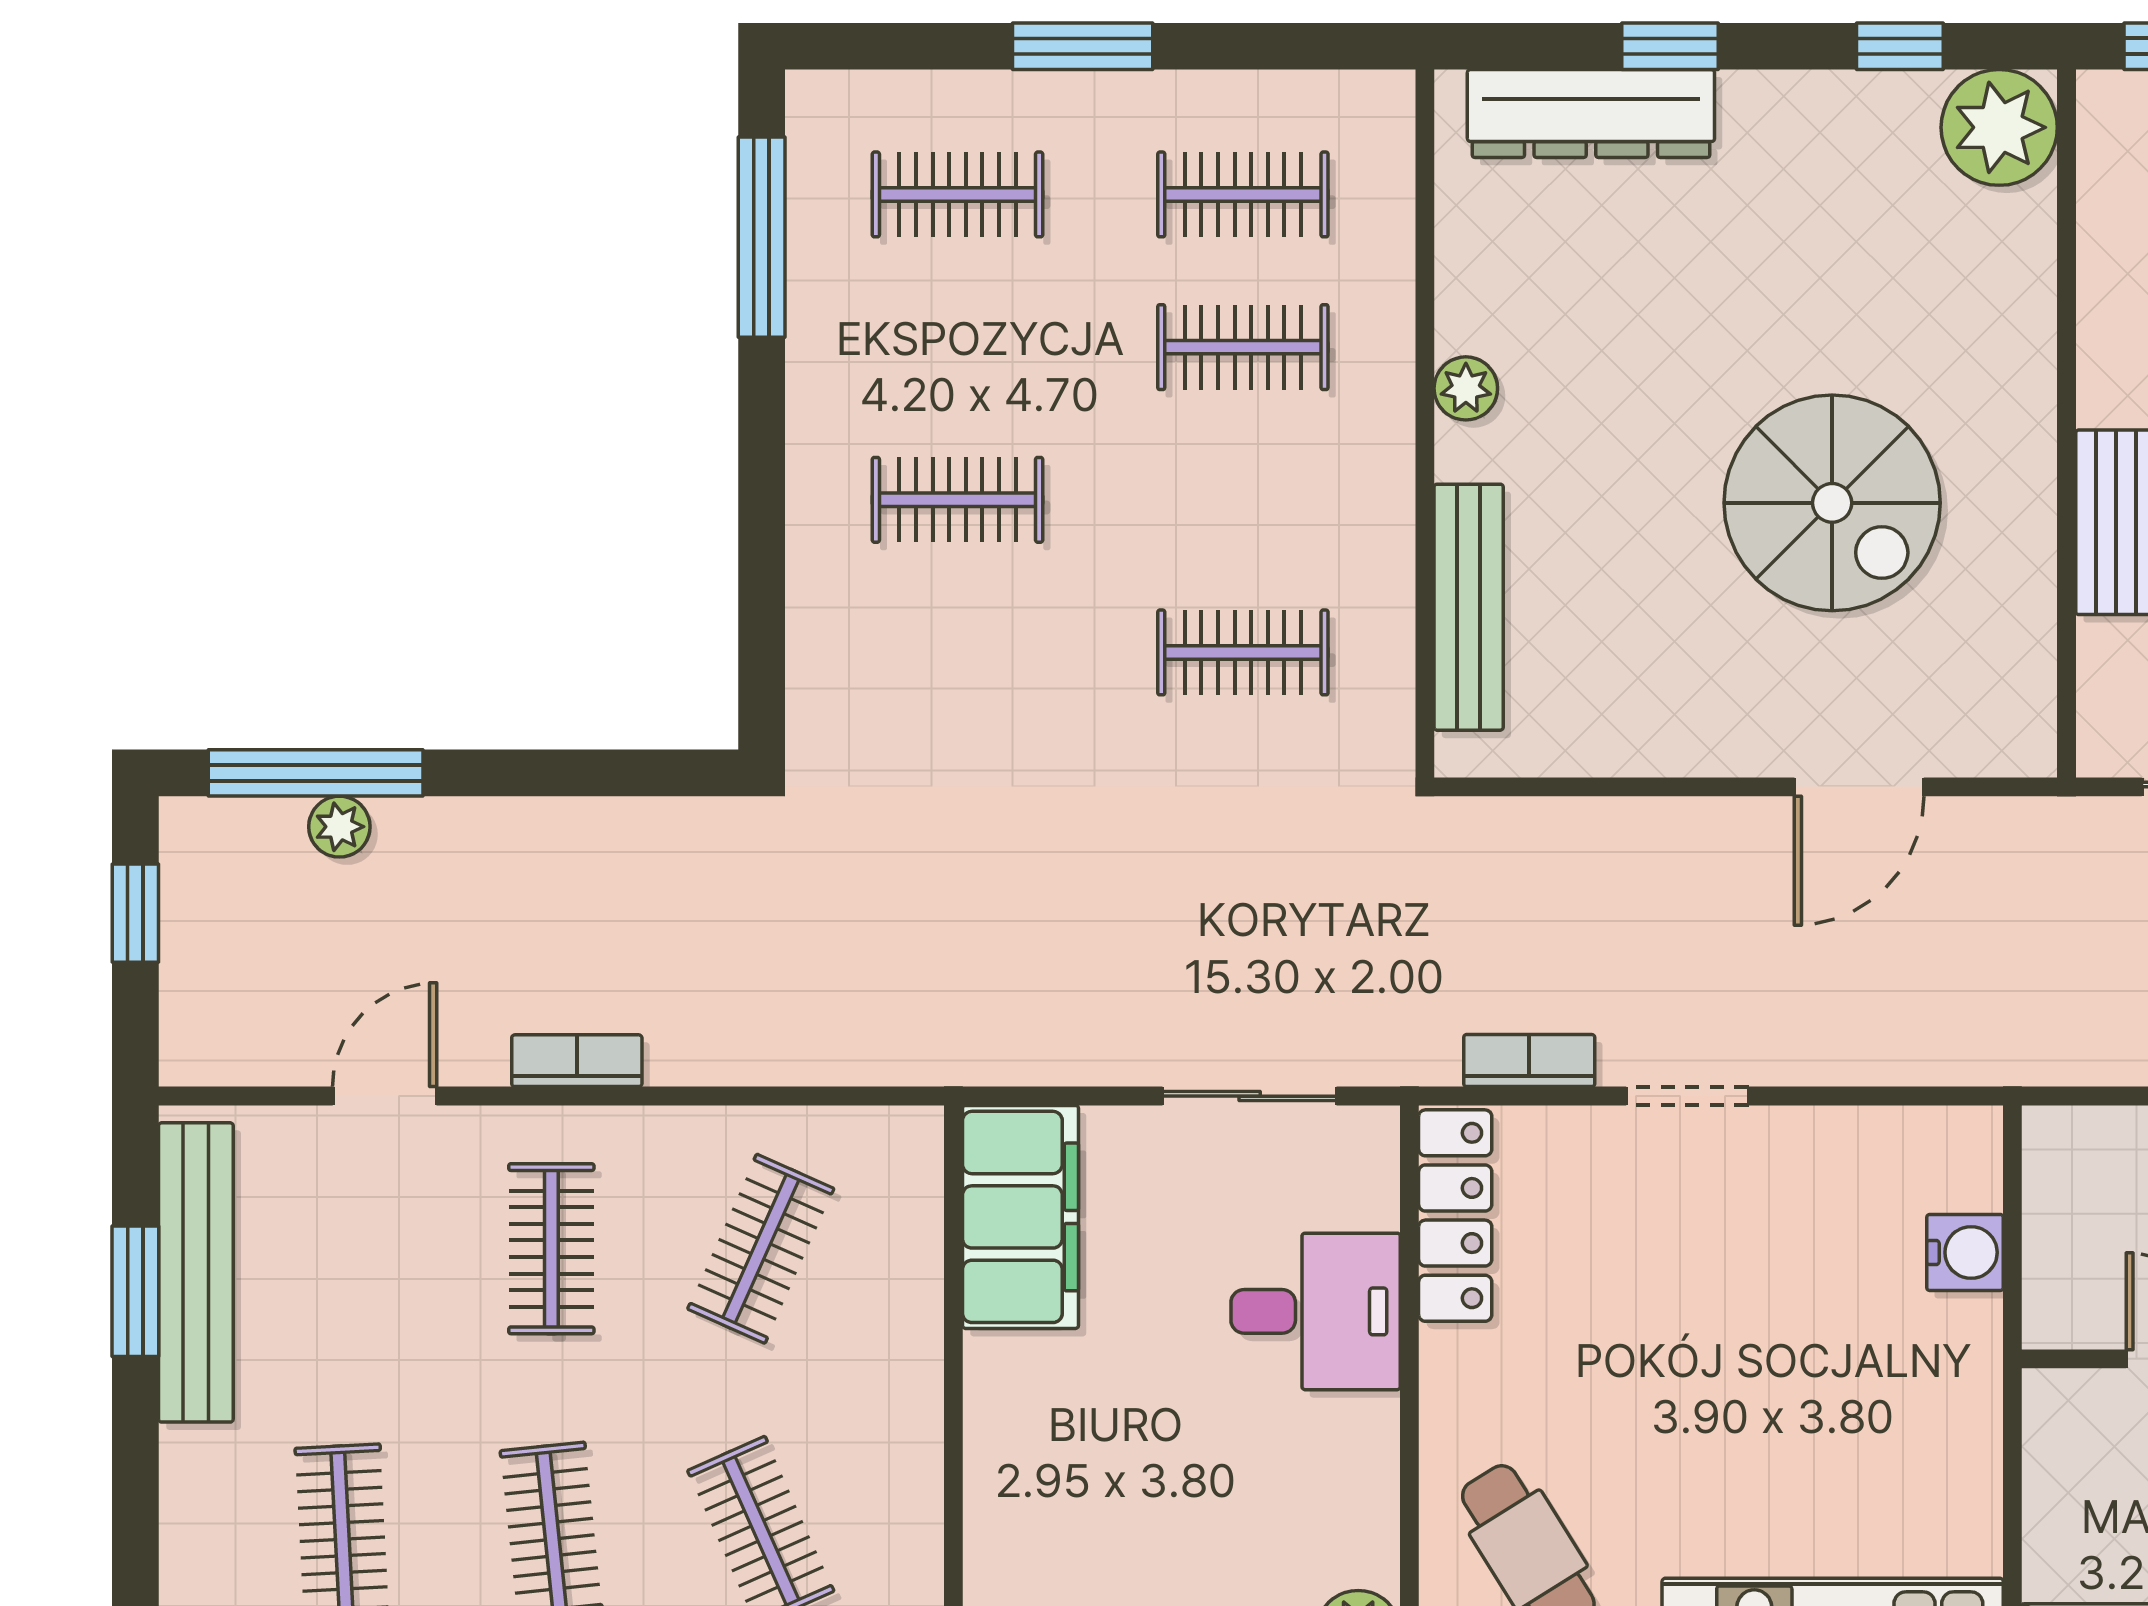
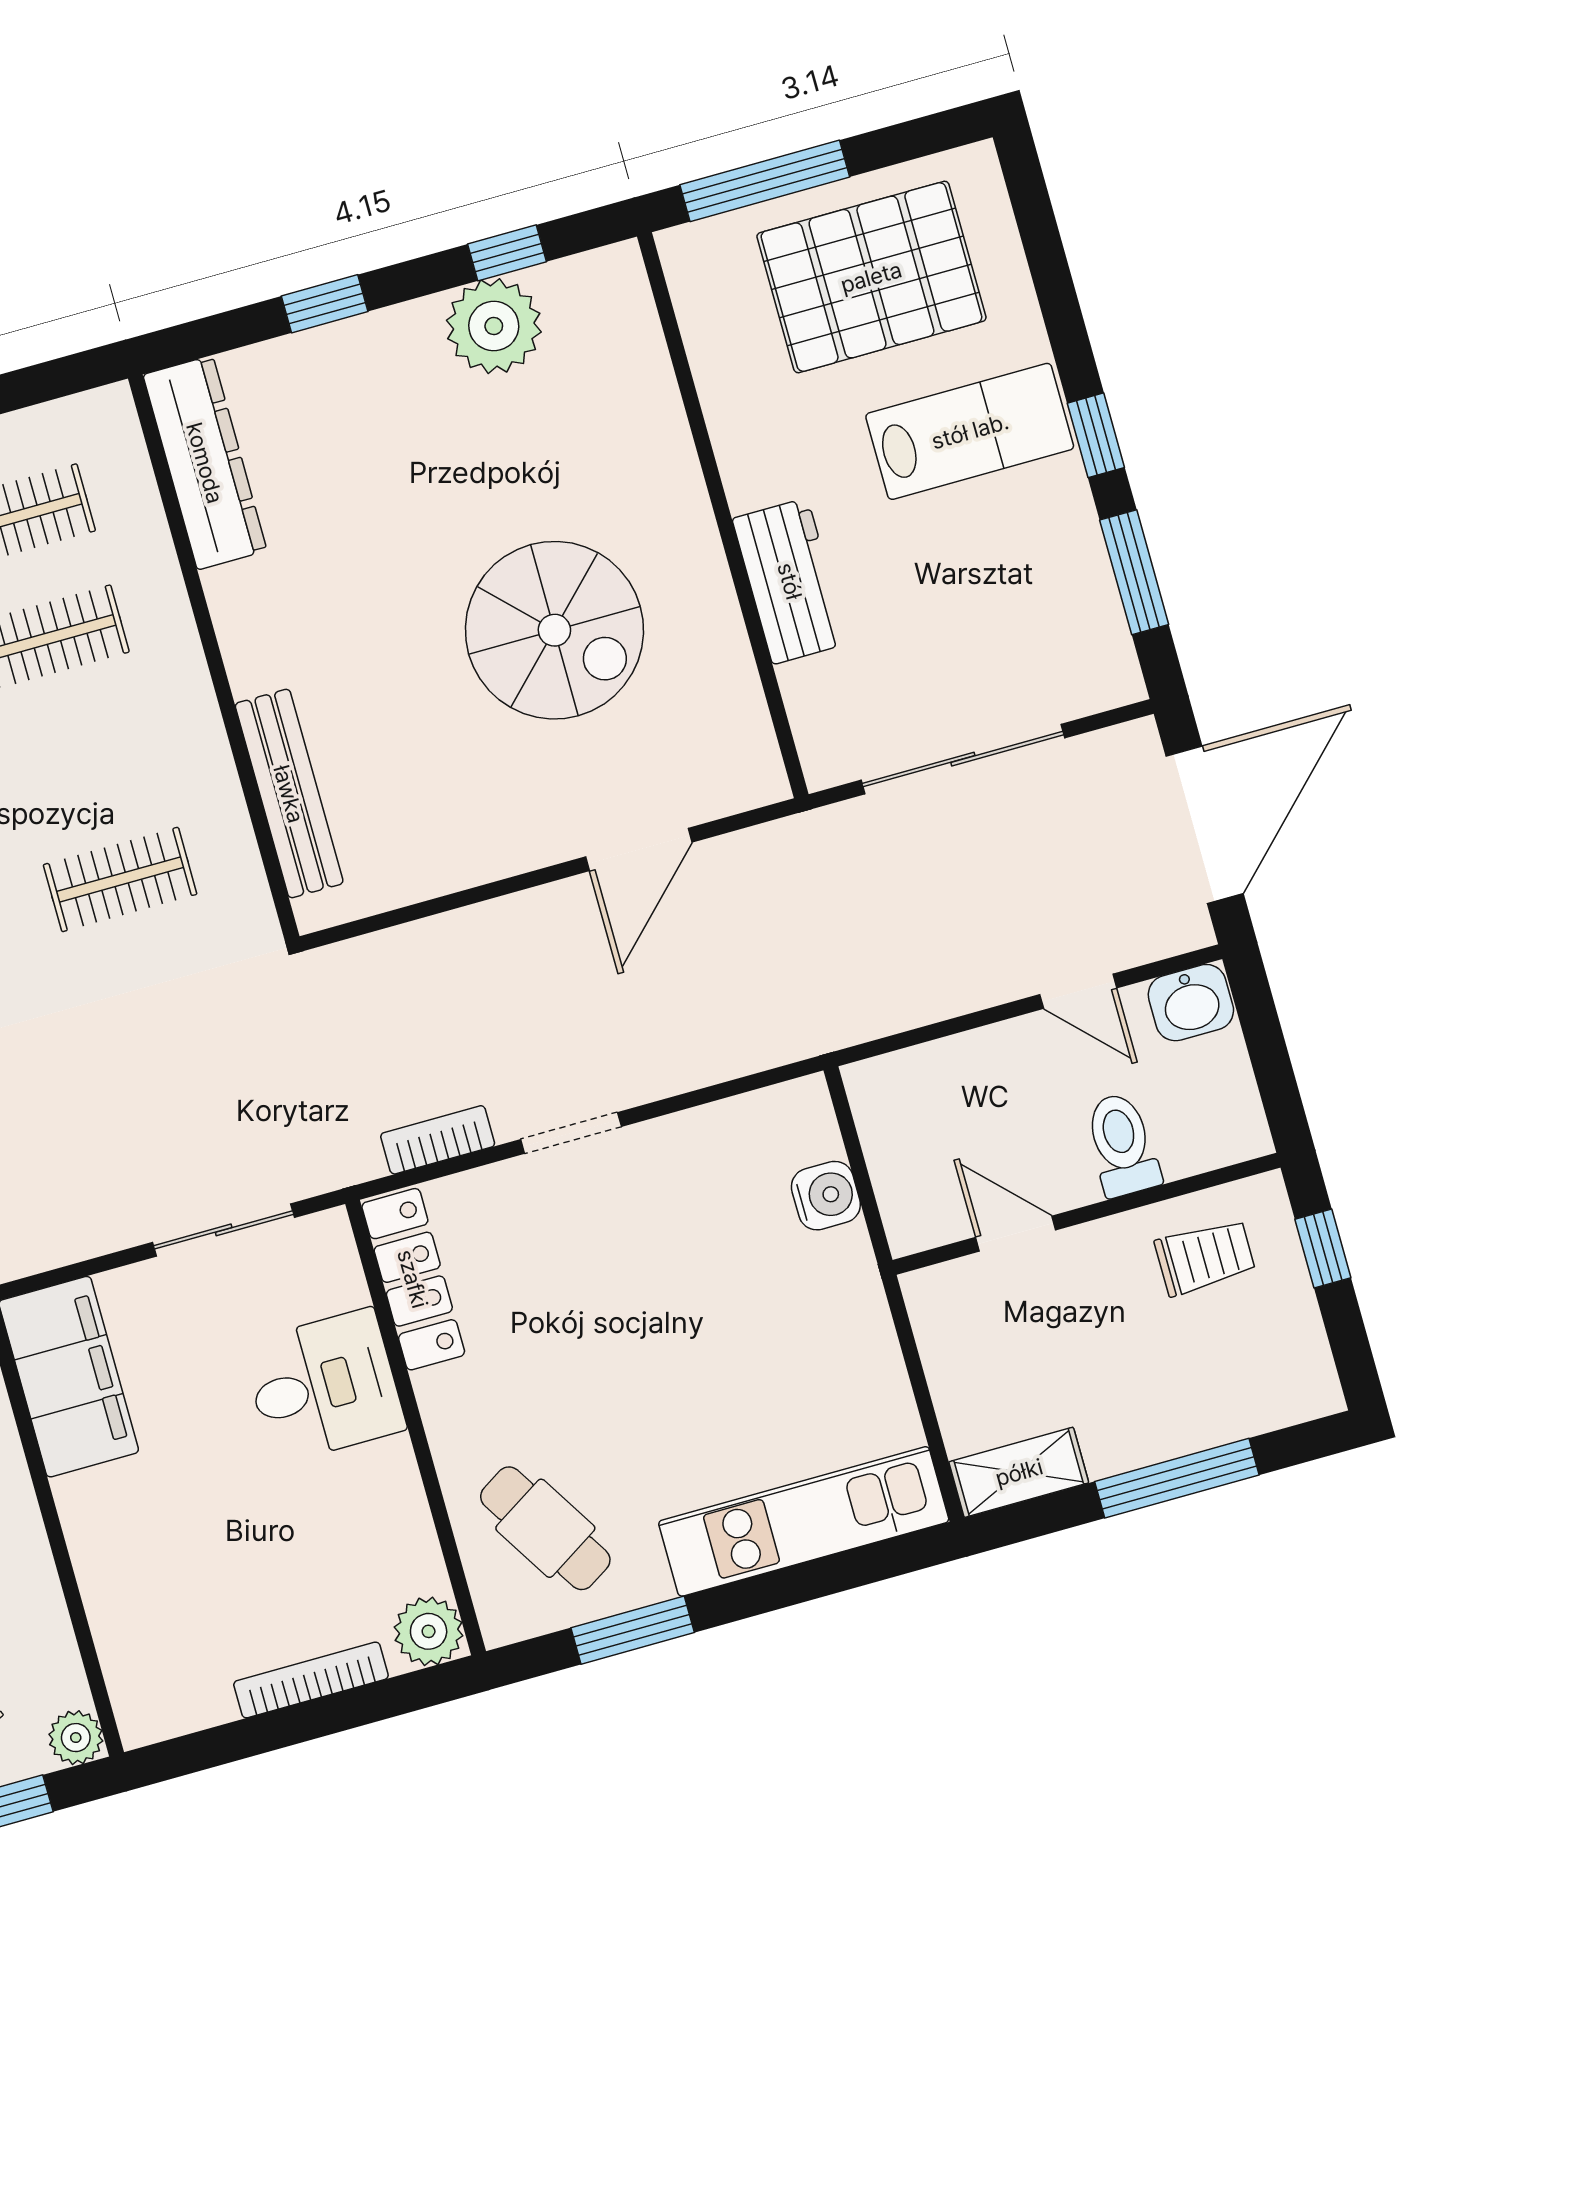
dresser: (1591, 113) -> (205, 463), moved, turned -90
plant: (1999, 127) -> (494, 326), moved
plant: (1466, 388) -> (238, 621), removed

